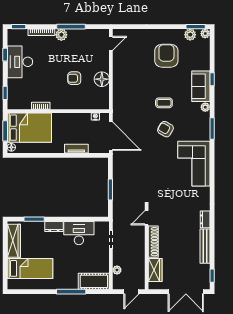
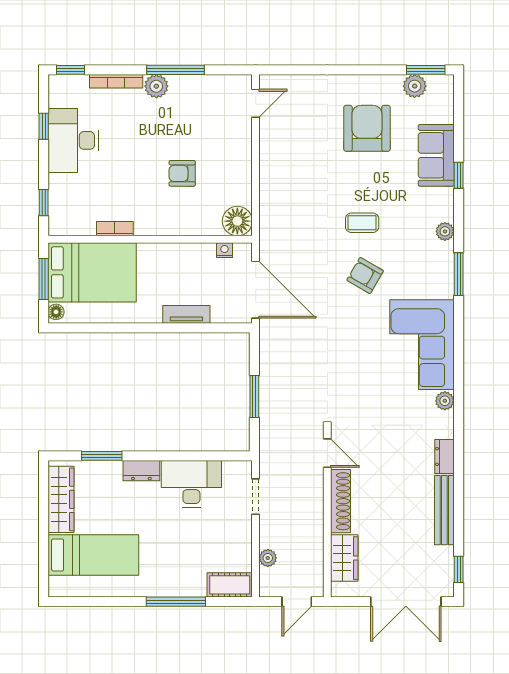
plant: (205, 34) -> (445, 401), moved
floor lamp: (102, 79) -> (237, 221), moved
sofa: (201, 86) -> (436, 155), moved
door: (147, 218) -> (327, 453), swing flipped
cot: (94, 281) -> (230, 585), width x0.73, depth x0.75

